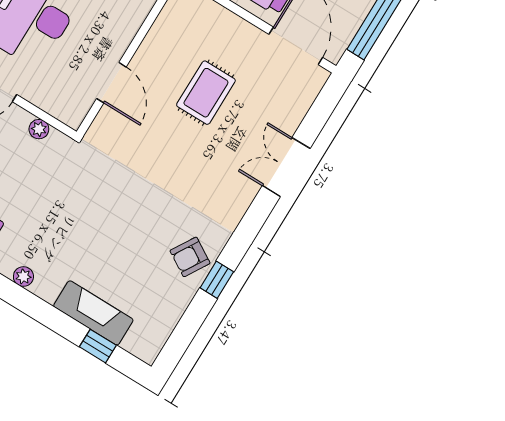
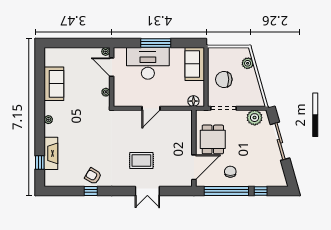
door: (111, 83) -> (151, 108), moved
rug: (206, 93) -> (141, 160), moved
double door: (286, 167) -> (147, 191), swing flipped

